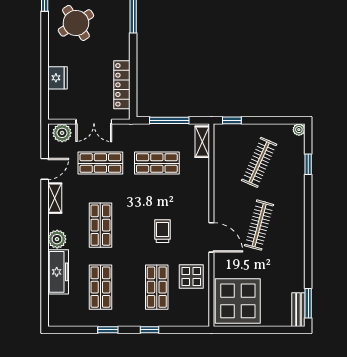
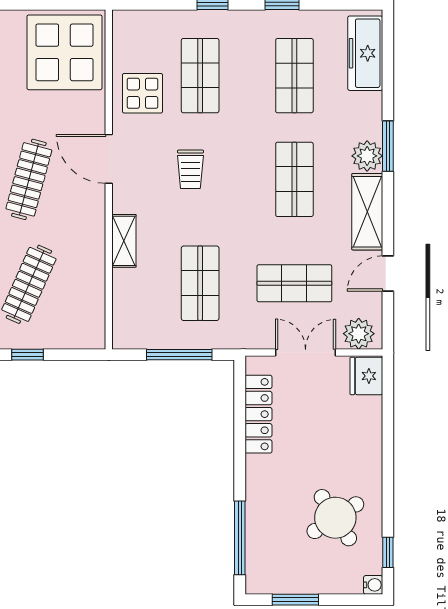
fridge: (57, 78) -> (366, 376), moved
window: (232, 120) -> (28, 355), moved
shelving: (202, 142) -> (124, 241), moved
shop shelf: (157, 163) -> (200, 283), turned 90
shelving: (55, 198) -> (367, 212), width x1.50, depth x1.33
window: (45, 245) -> (388, 146), added
freezer: (58, 272) -> (365, 53), moved

